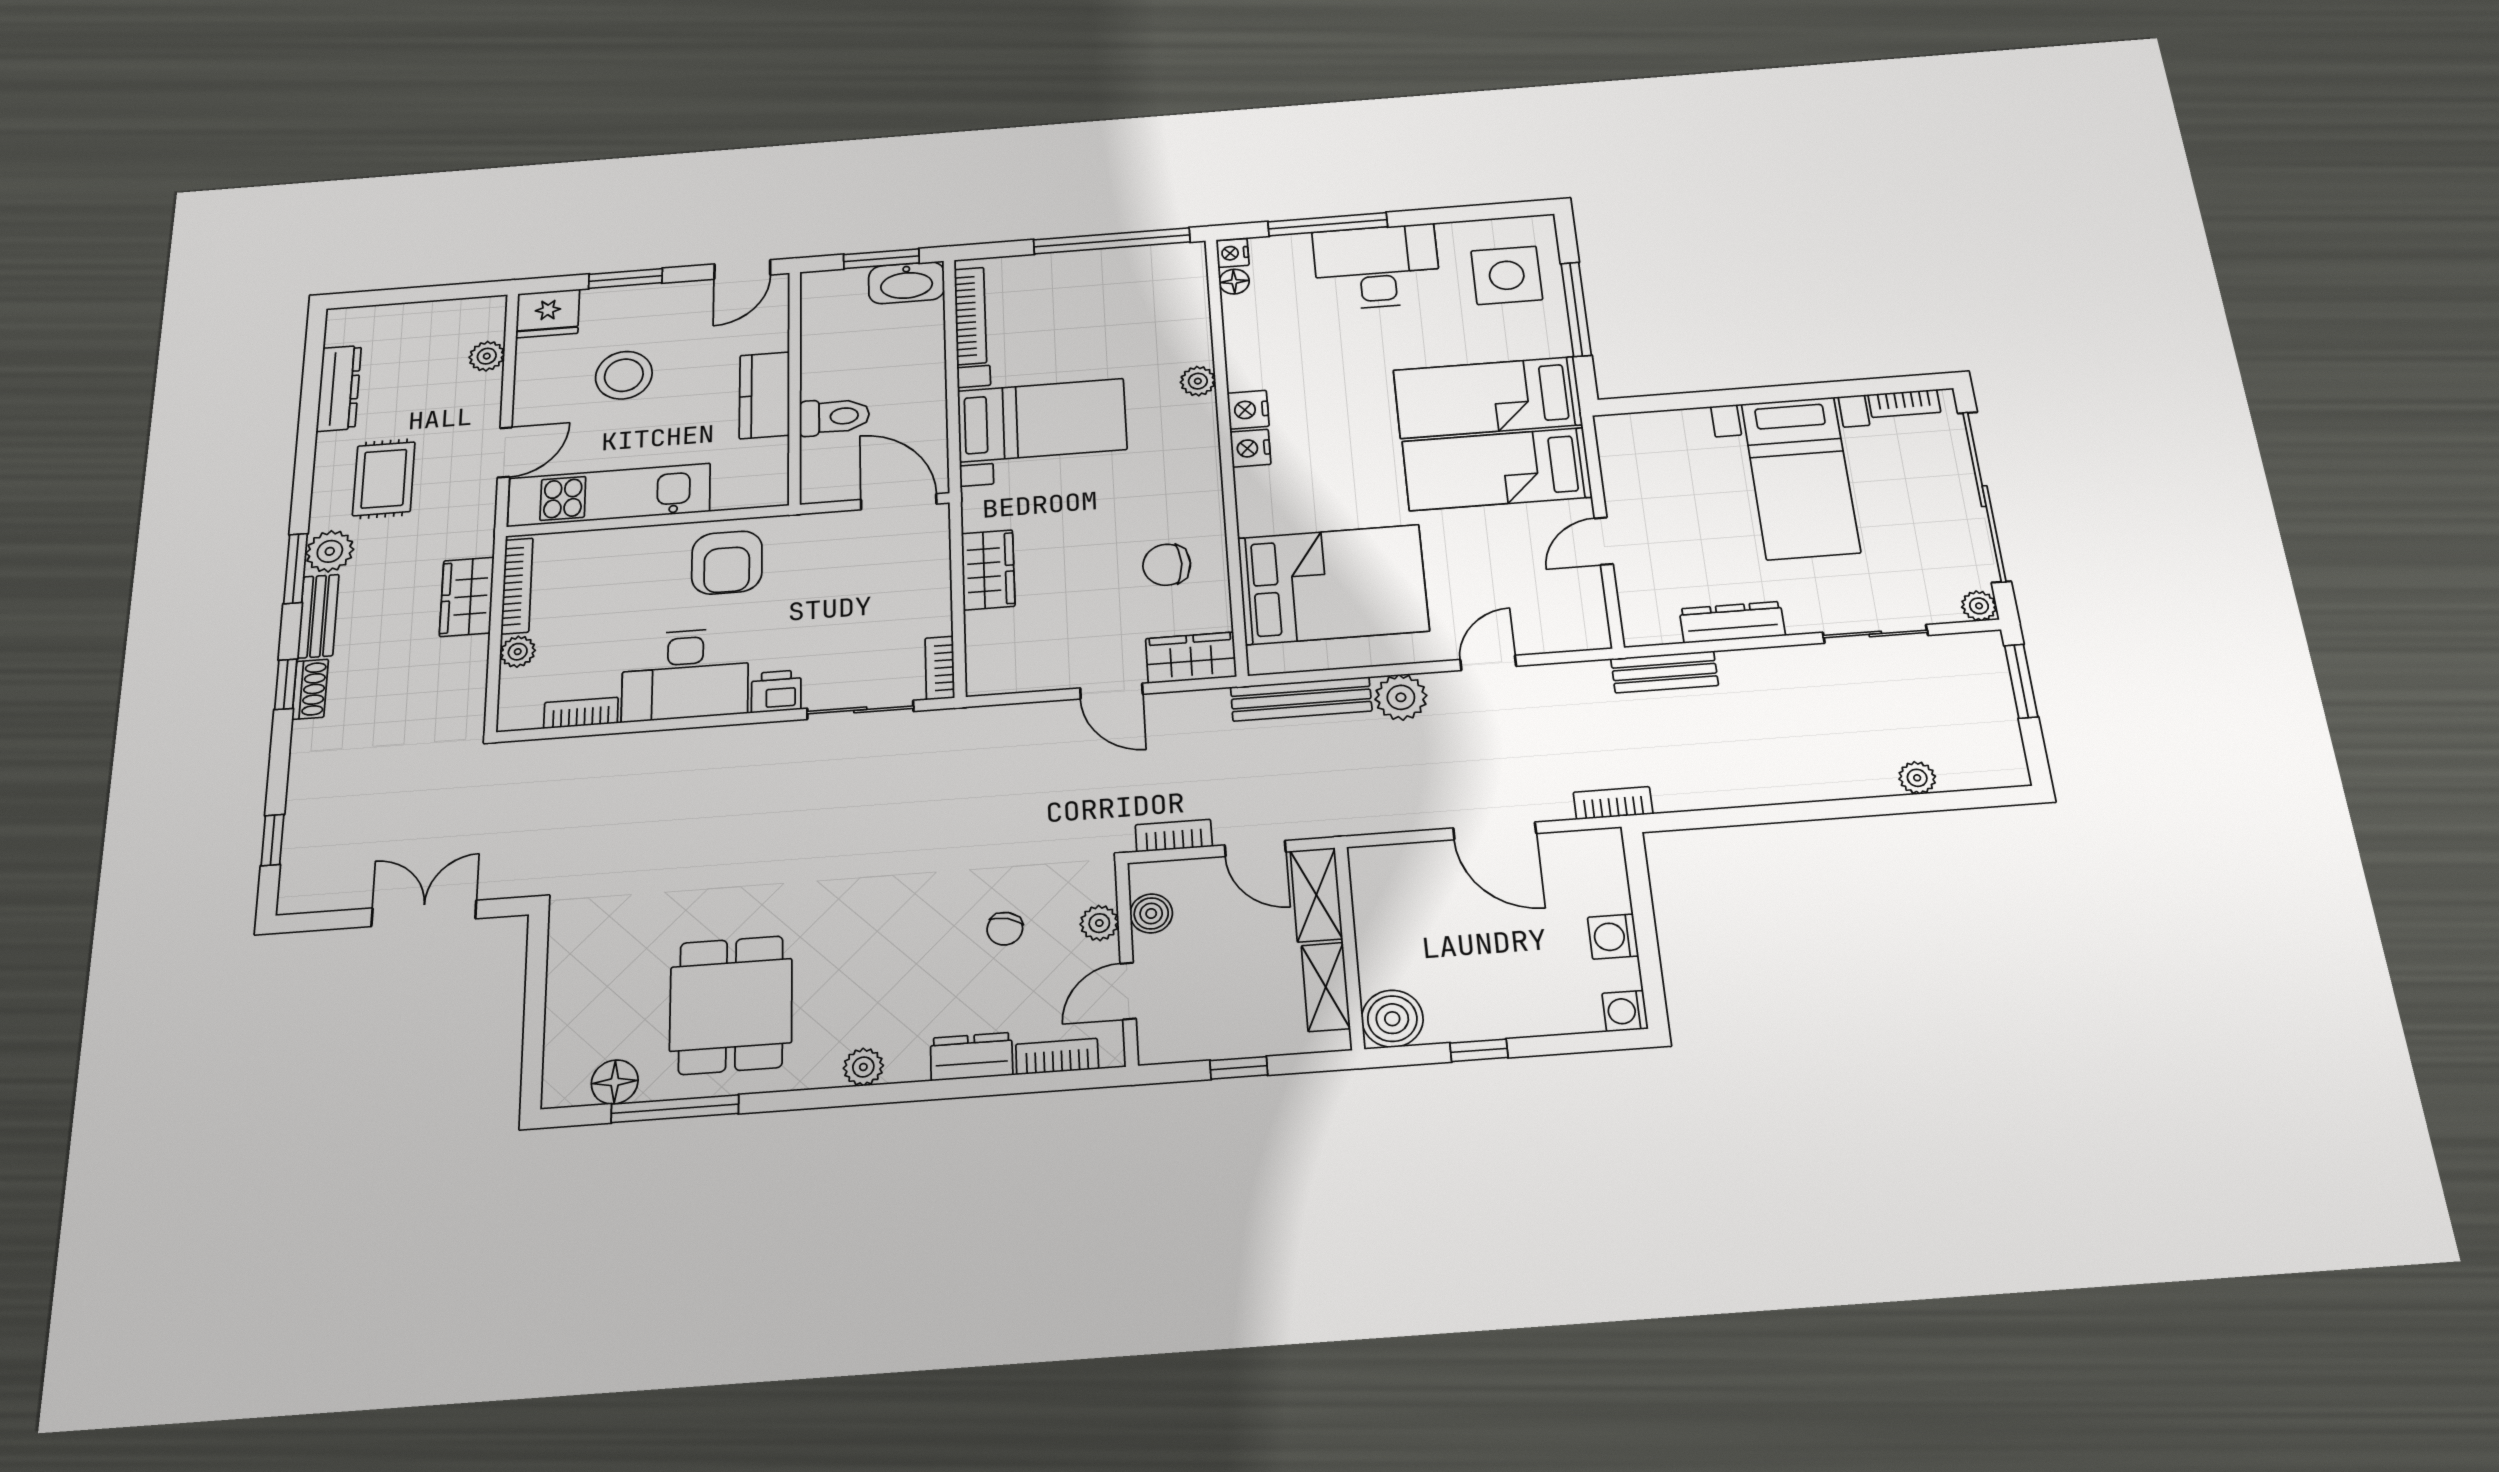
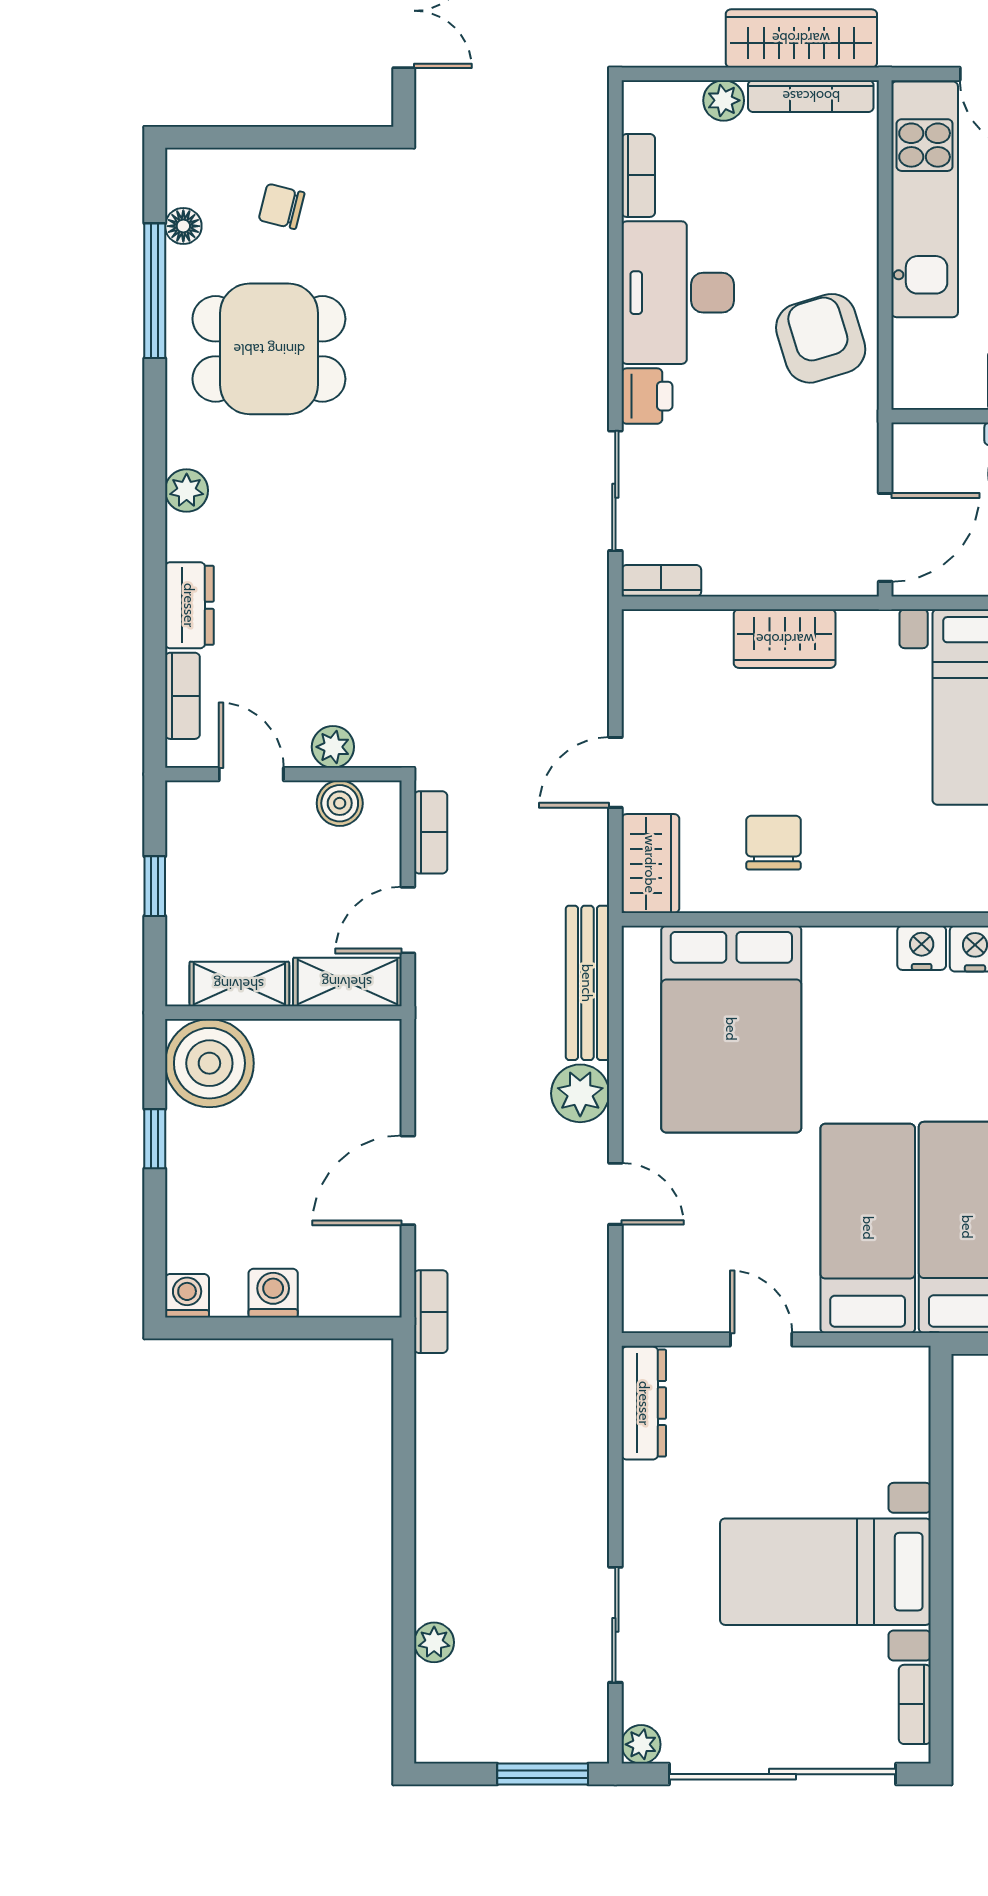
armchair: (727, 563) -> (821, 338), turned 73
wardrobe: (467, 597) -> (801, 38), width x1.50
dresser: (1732, 622) -> (644, 1403), moved
bench: (1665, 672) -> (587, 1387), removed
chair: (1005, 929) -> (282, 206), moved
boiler: (1392, 1019) -> (209, 1063), width x1.37, depth x1.37
floor lamp: (615, 1082) -> (183, 226), width x0.73, depth x0.73

